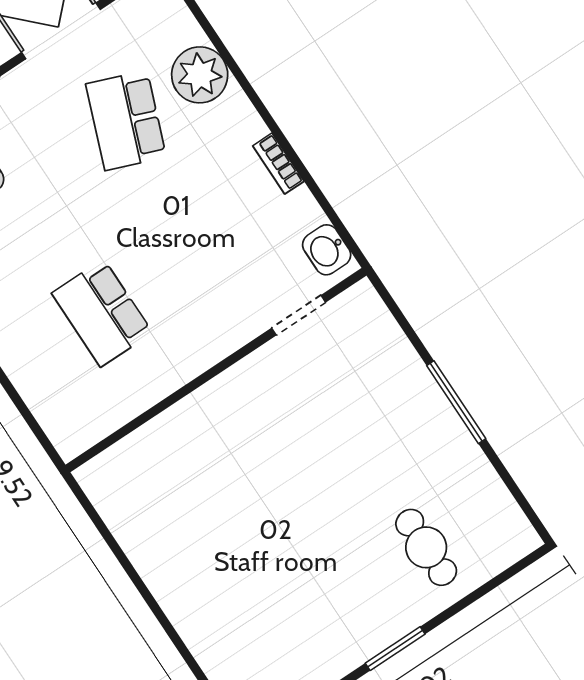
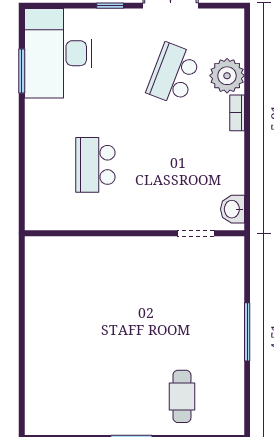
bookcase: (278, 164) -> (237, 113), moved

